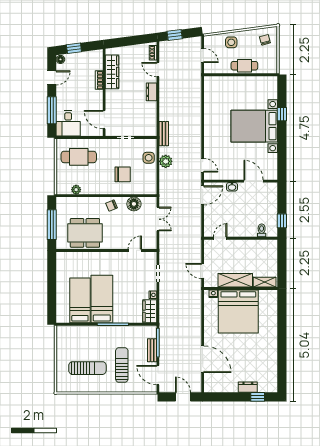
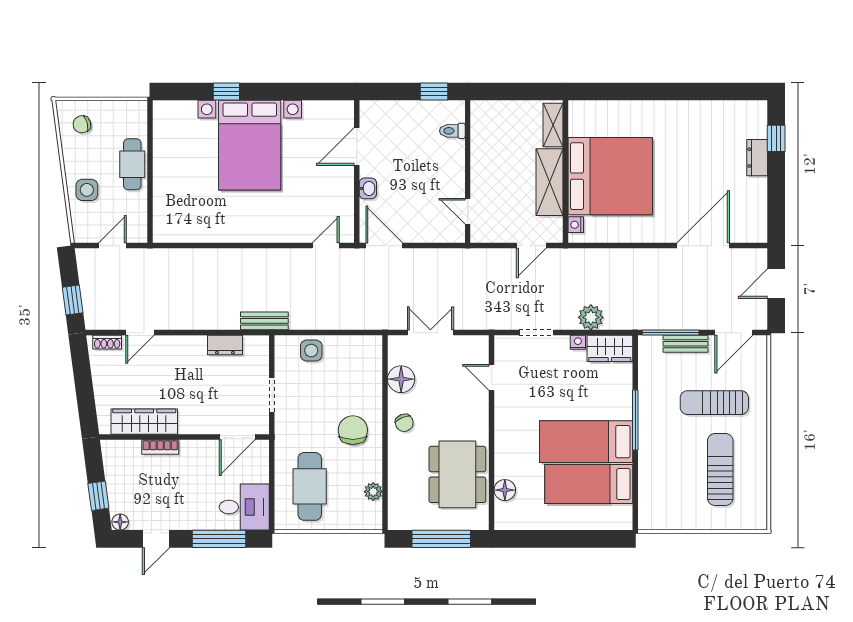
door: (52, 78) -> (156, 539), swing flipped
dresser: (151, 92) -> (225, 345), moved
plant: (166, 161) -> (591, 317), moved
chair: (123, 174) -> (353, 430), moved
floor lamp: (77, 257) -> (505, 490), added

